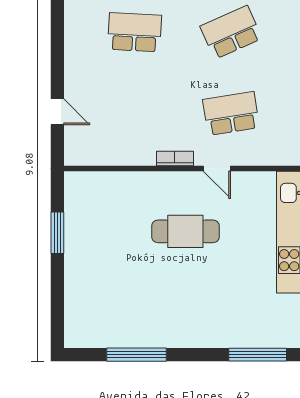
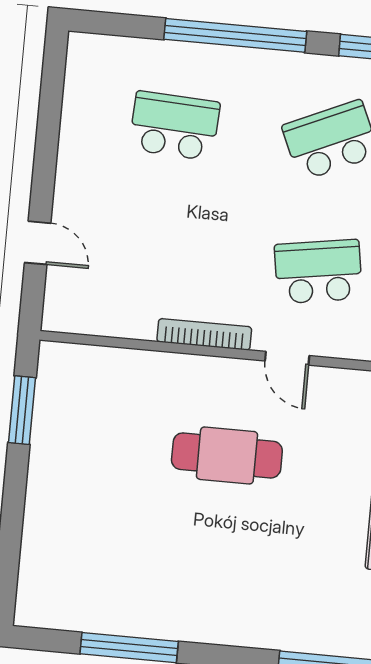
bookcase: (175, 158) -> (204, 334), width x1.56
window: (57, 233) -> (22, 410), moved

